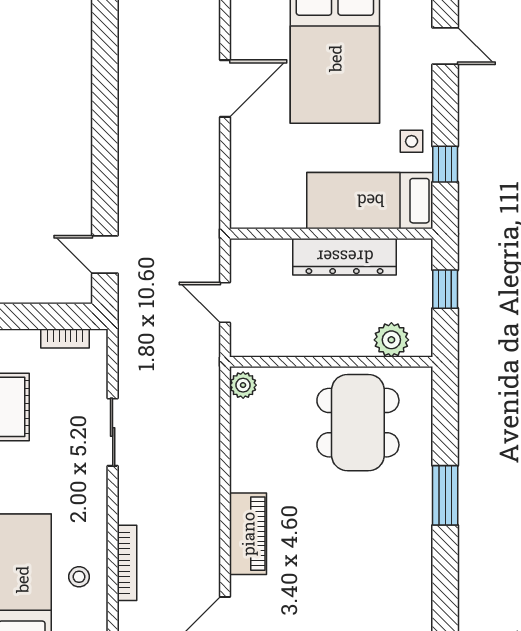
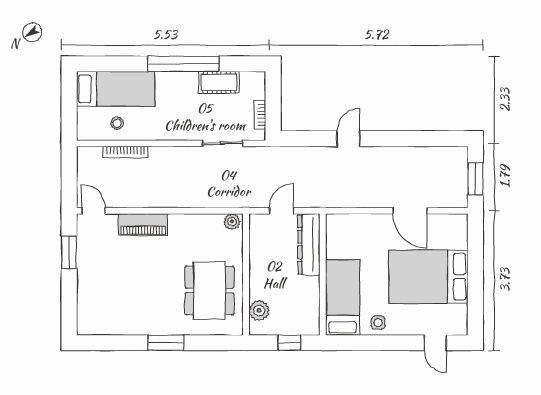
door: (445, 46) -> (435, 343), hinge flipped
window: (445, 164) -> (364, 343), removed
door: (105, 255) -> (348, 139), moved
dresser: (345, 257) -> (309, 244), moved
dining table: (358, 423) -> (209, 290), turned 90
sliding door: (113, 432) -> (222, 143), moved

